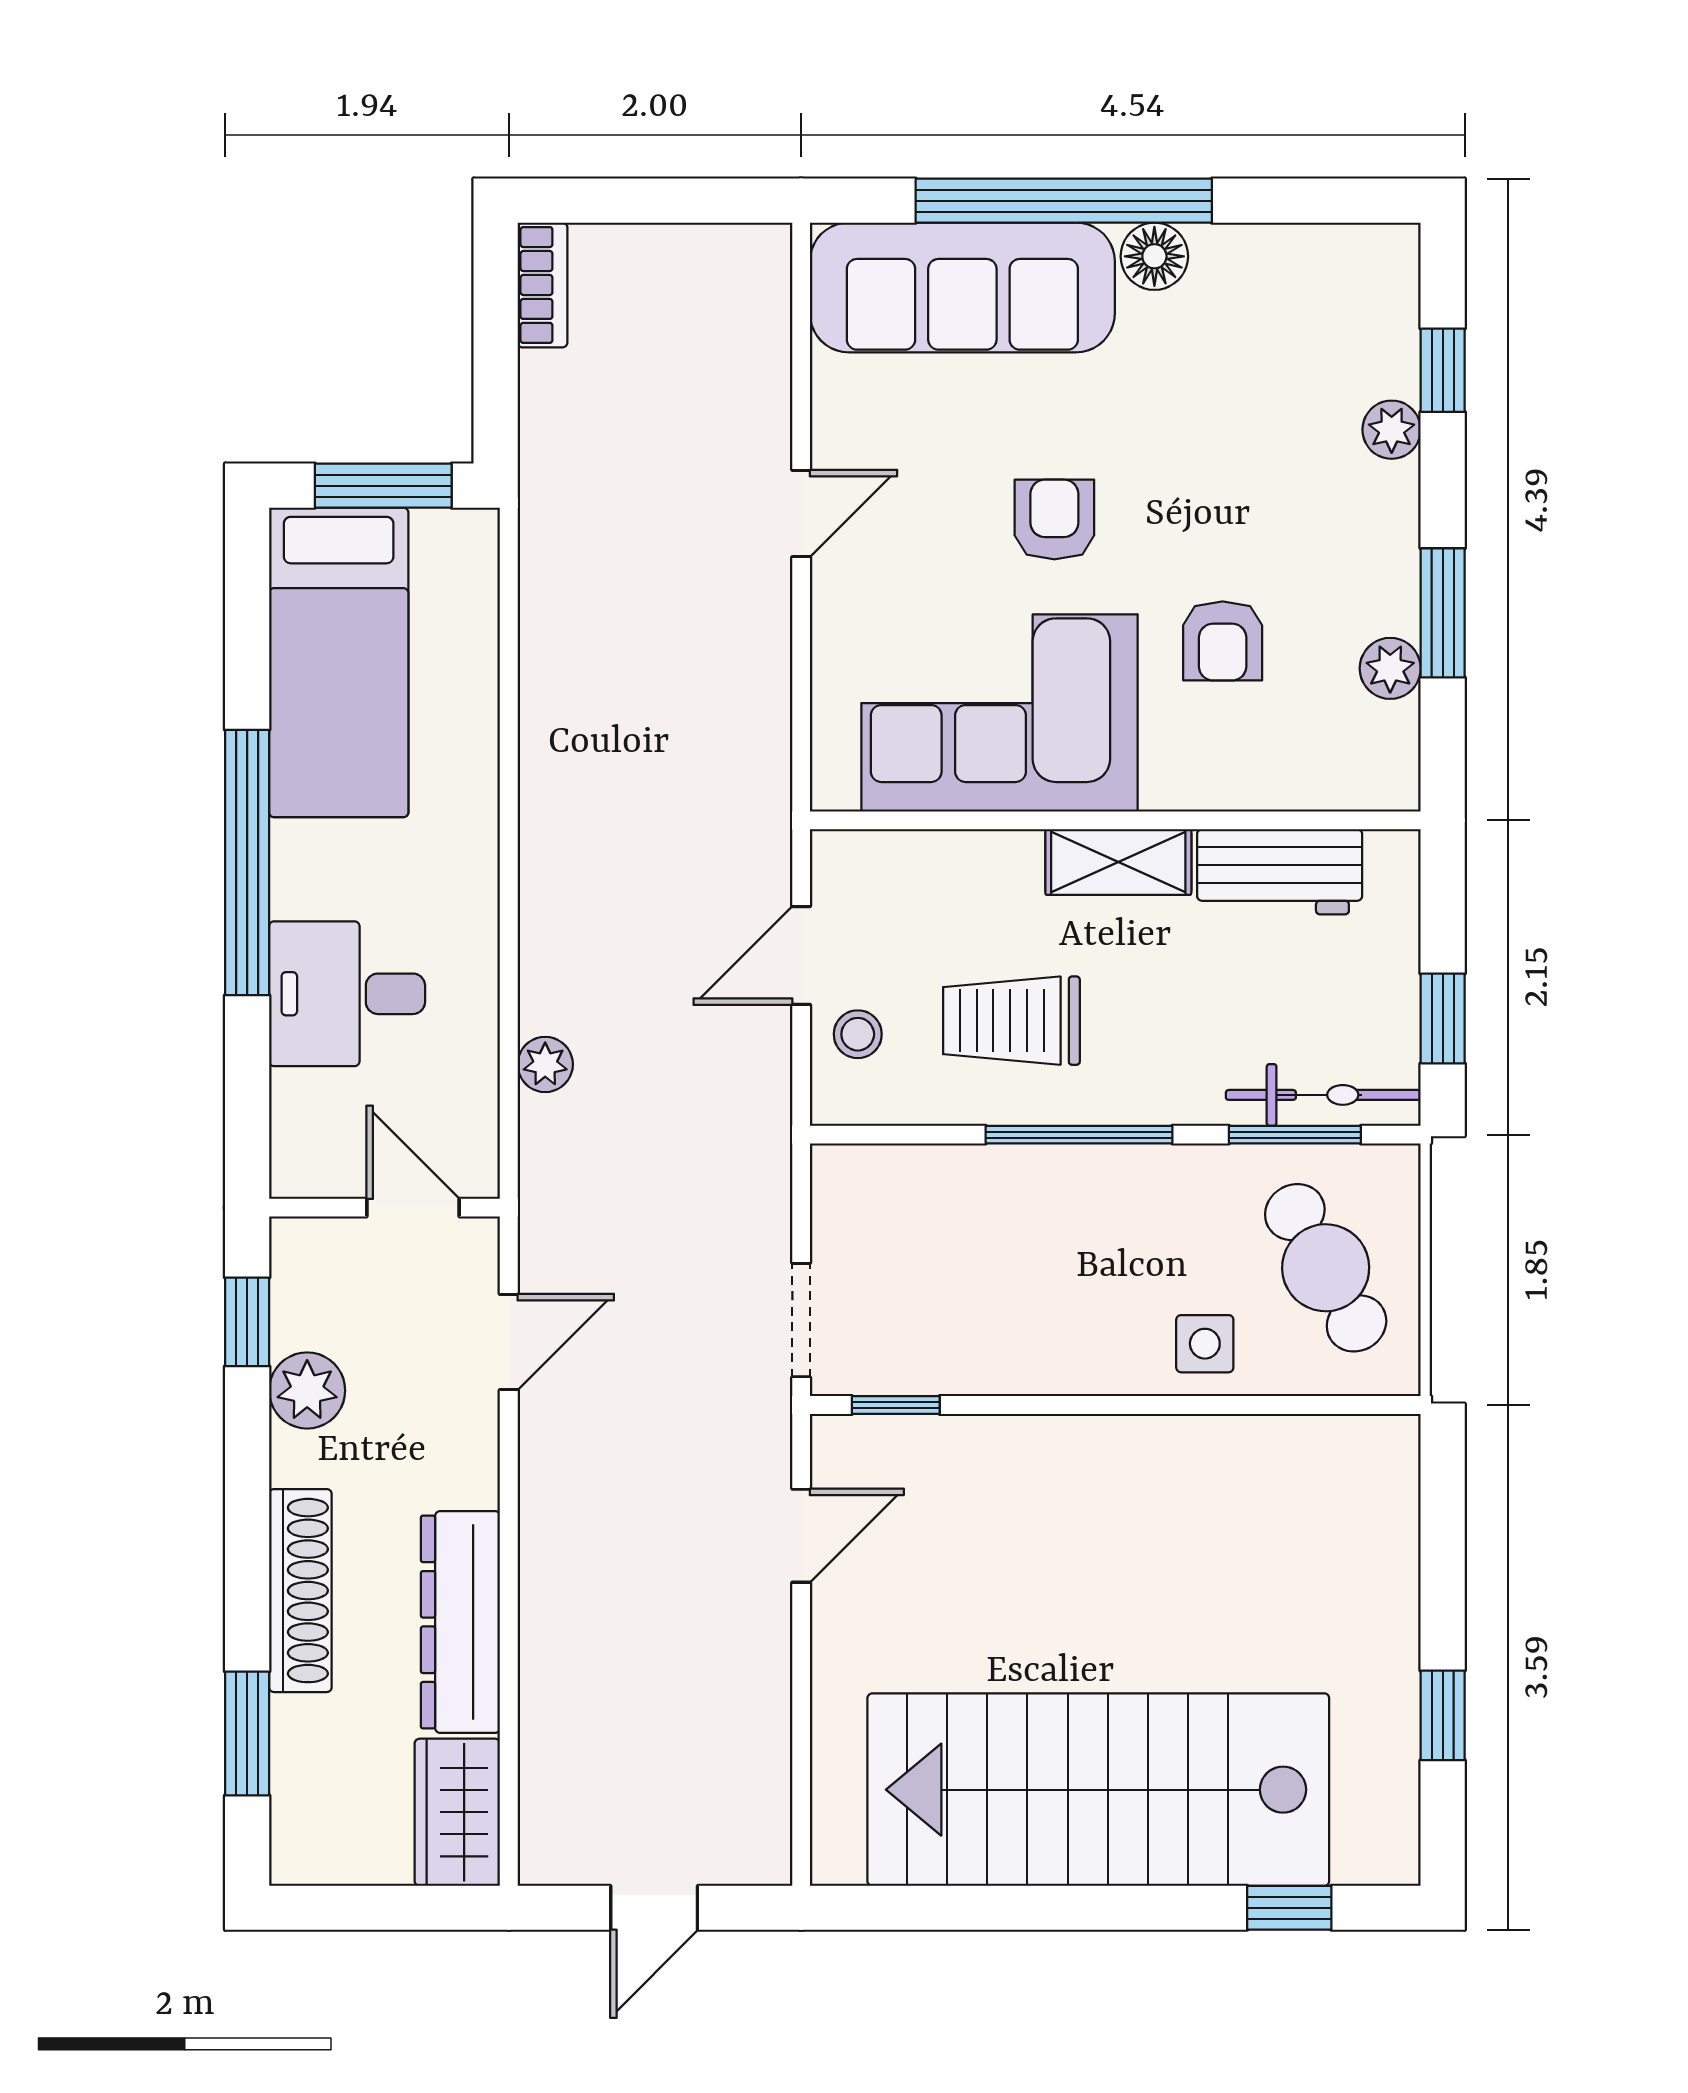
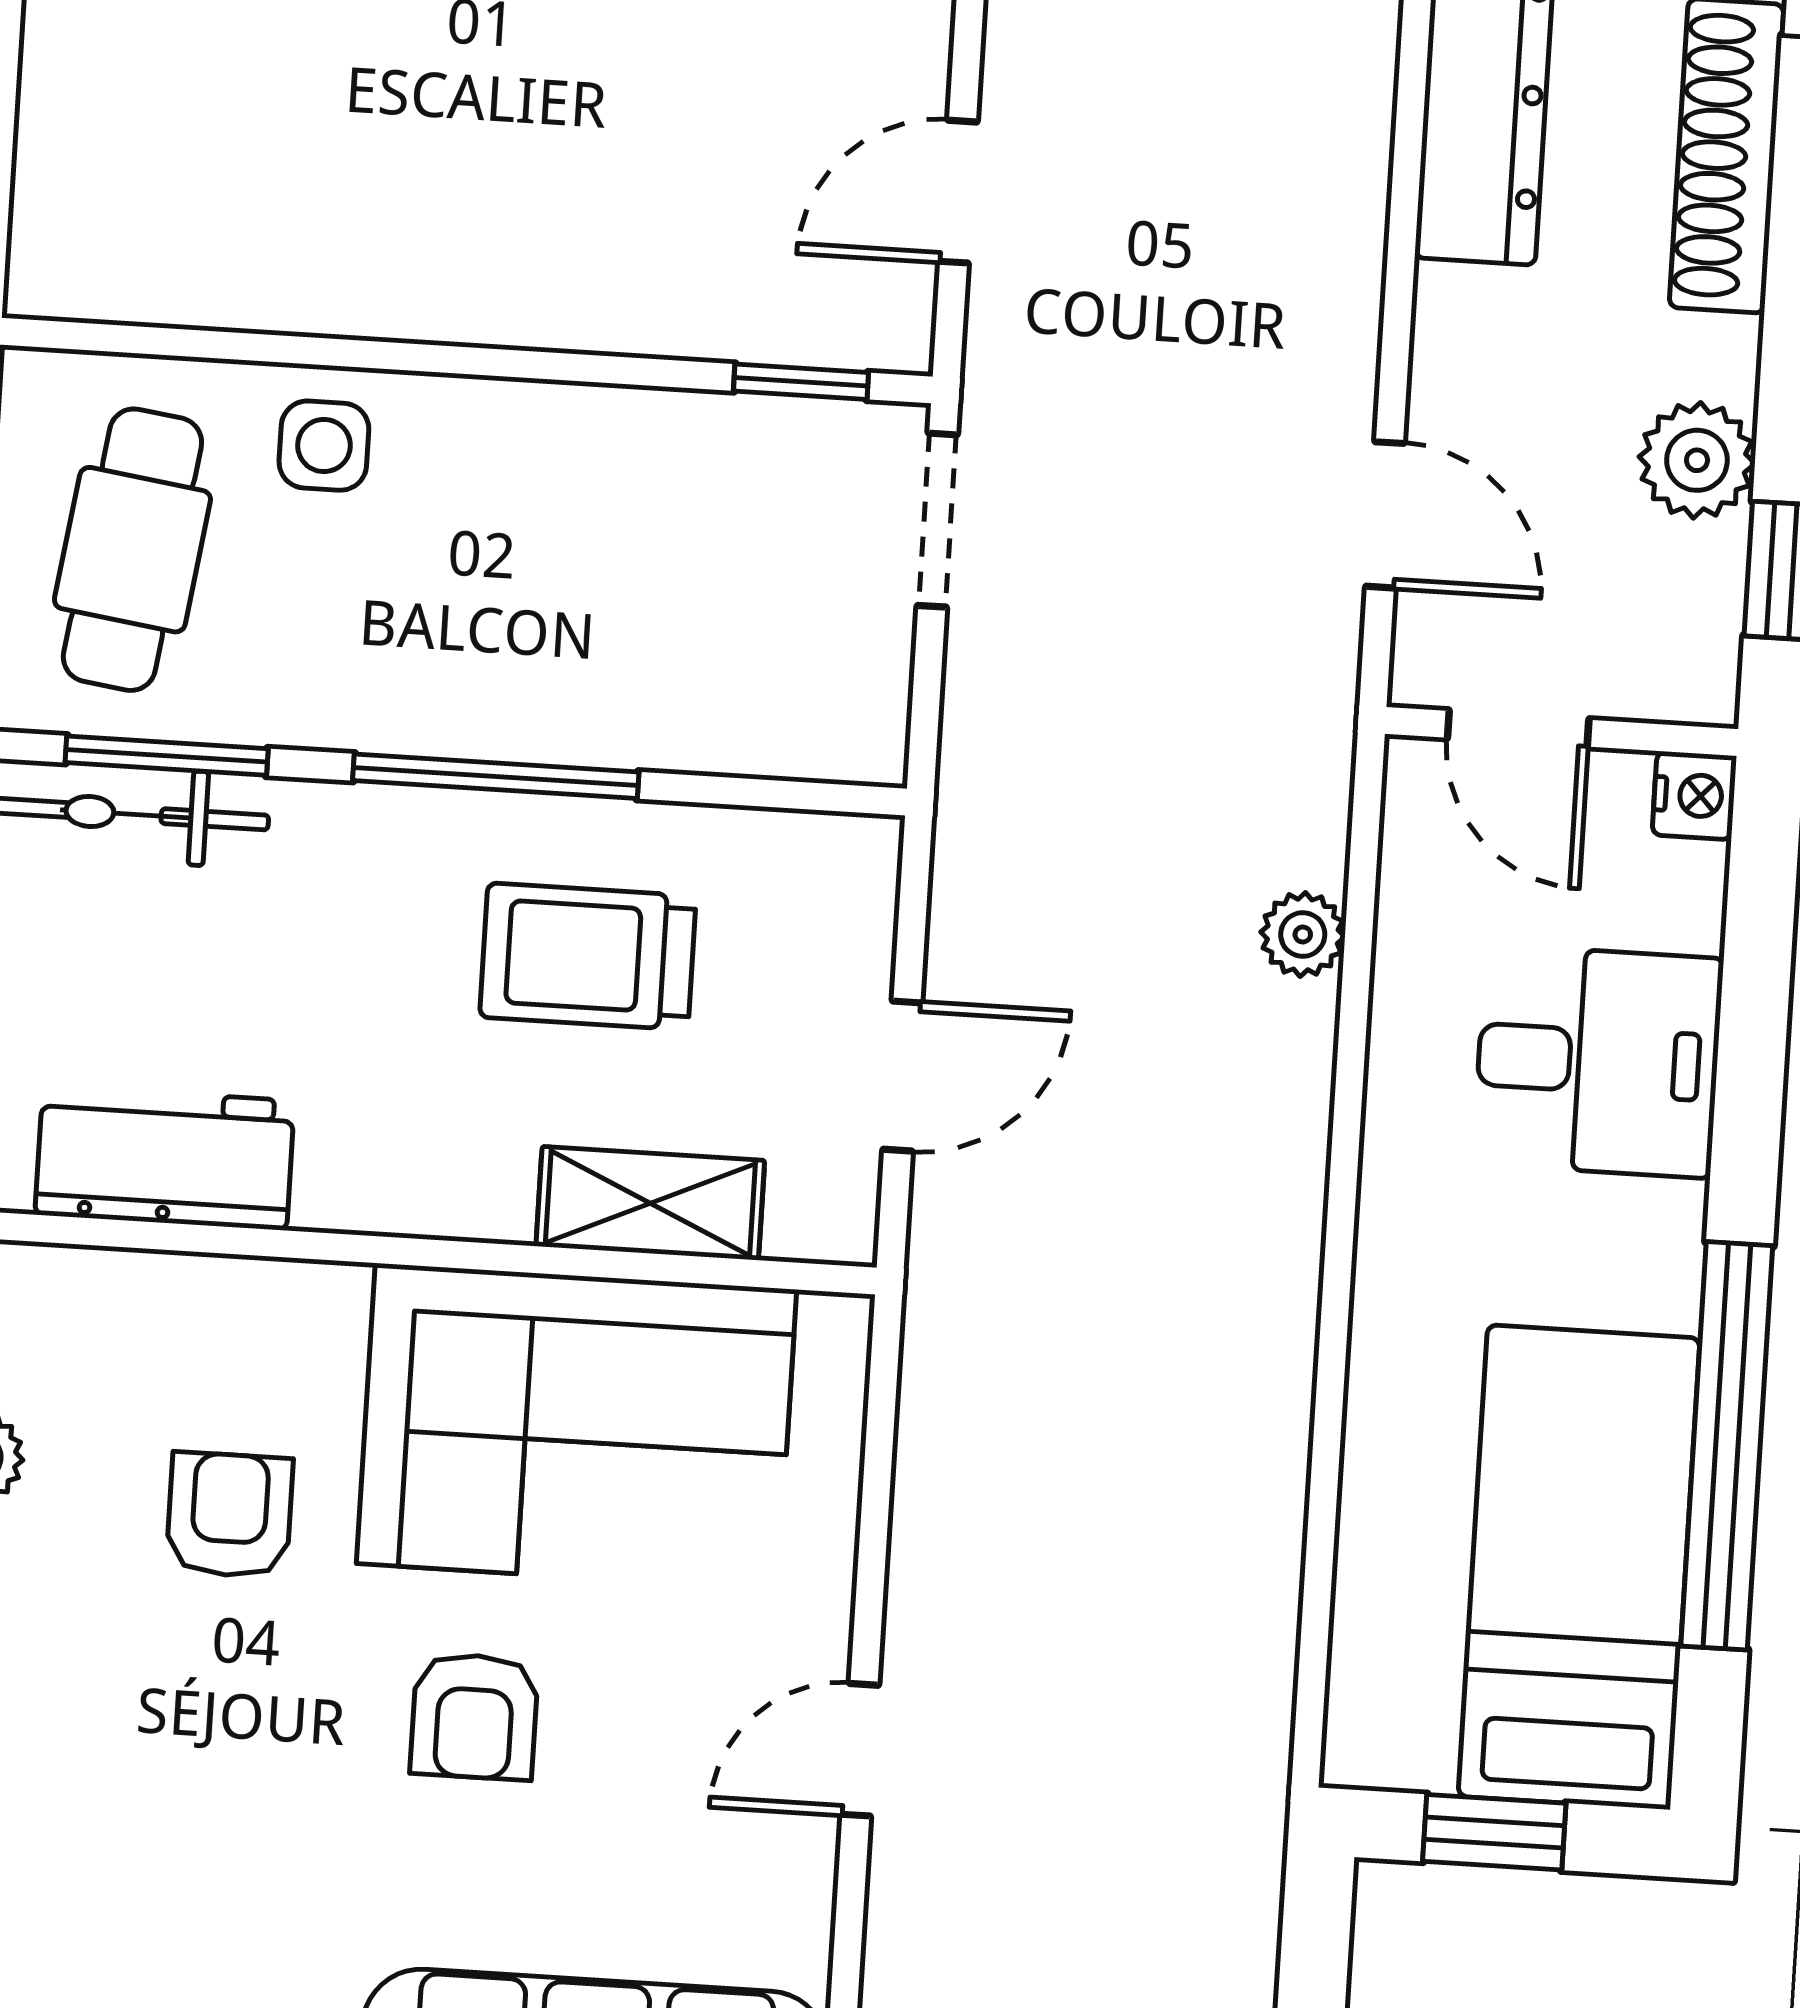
window: (383, 486) -> (1494, 1832), width x0.67
window: (247, 862) -> (1727, 1446), moved
shelving: (1118, 862) -> (650, 1203), moved
trolley: (1011, 1021) -> (588, 957), turned 180
stool: (858, 1034) -> (823, 951), removed
nightstand: (295, 1171) -> (1694, 795), added
cafe table: (1326, 1268) -> (132, 550), turned 37
door: (509, 1342) -> (1385, 515), swing flipped

